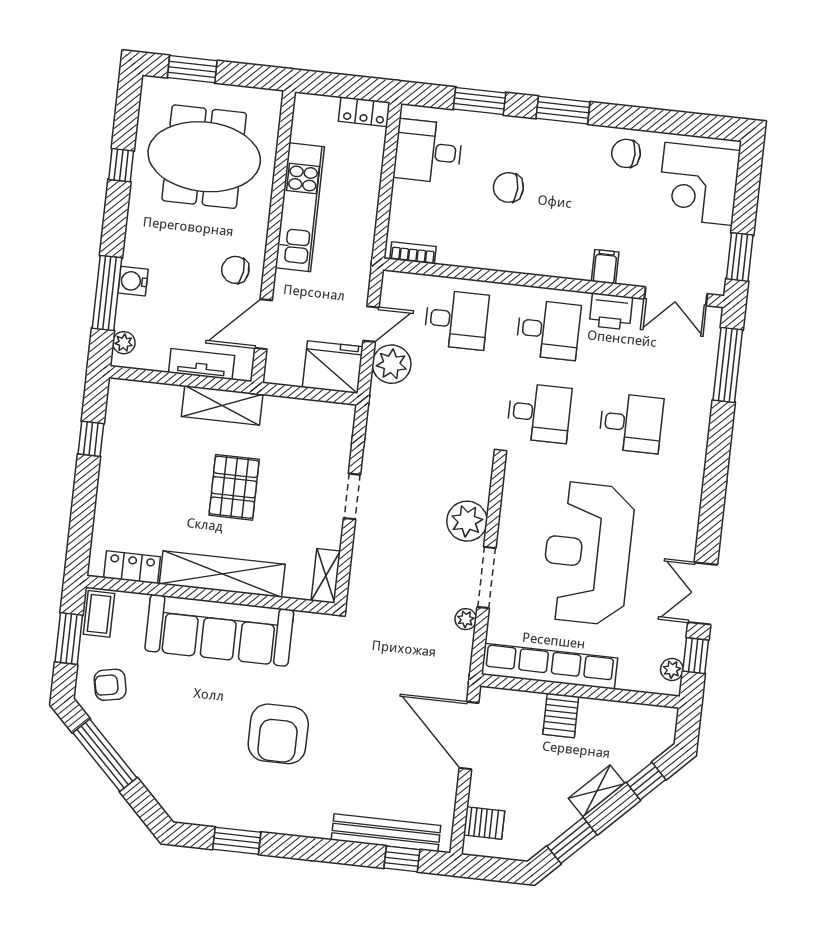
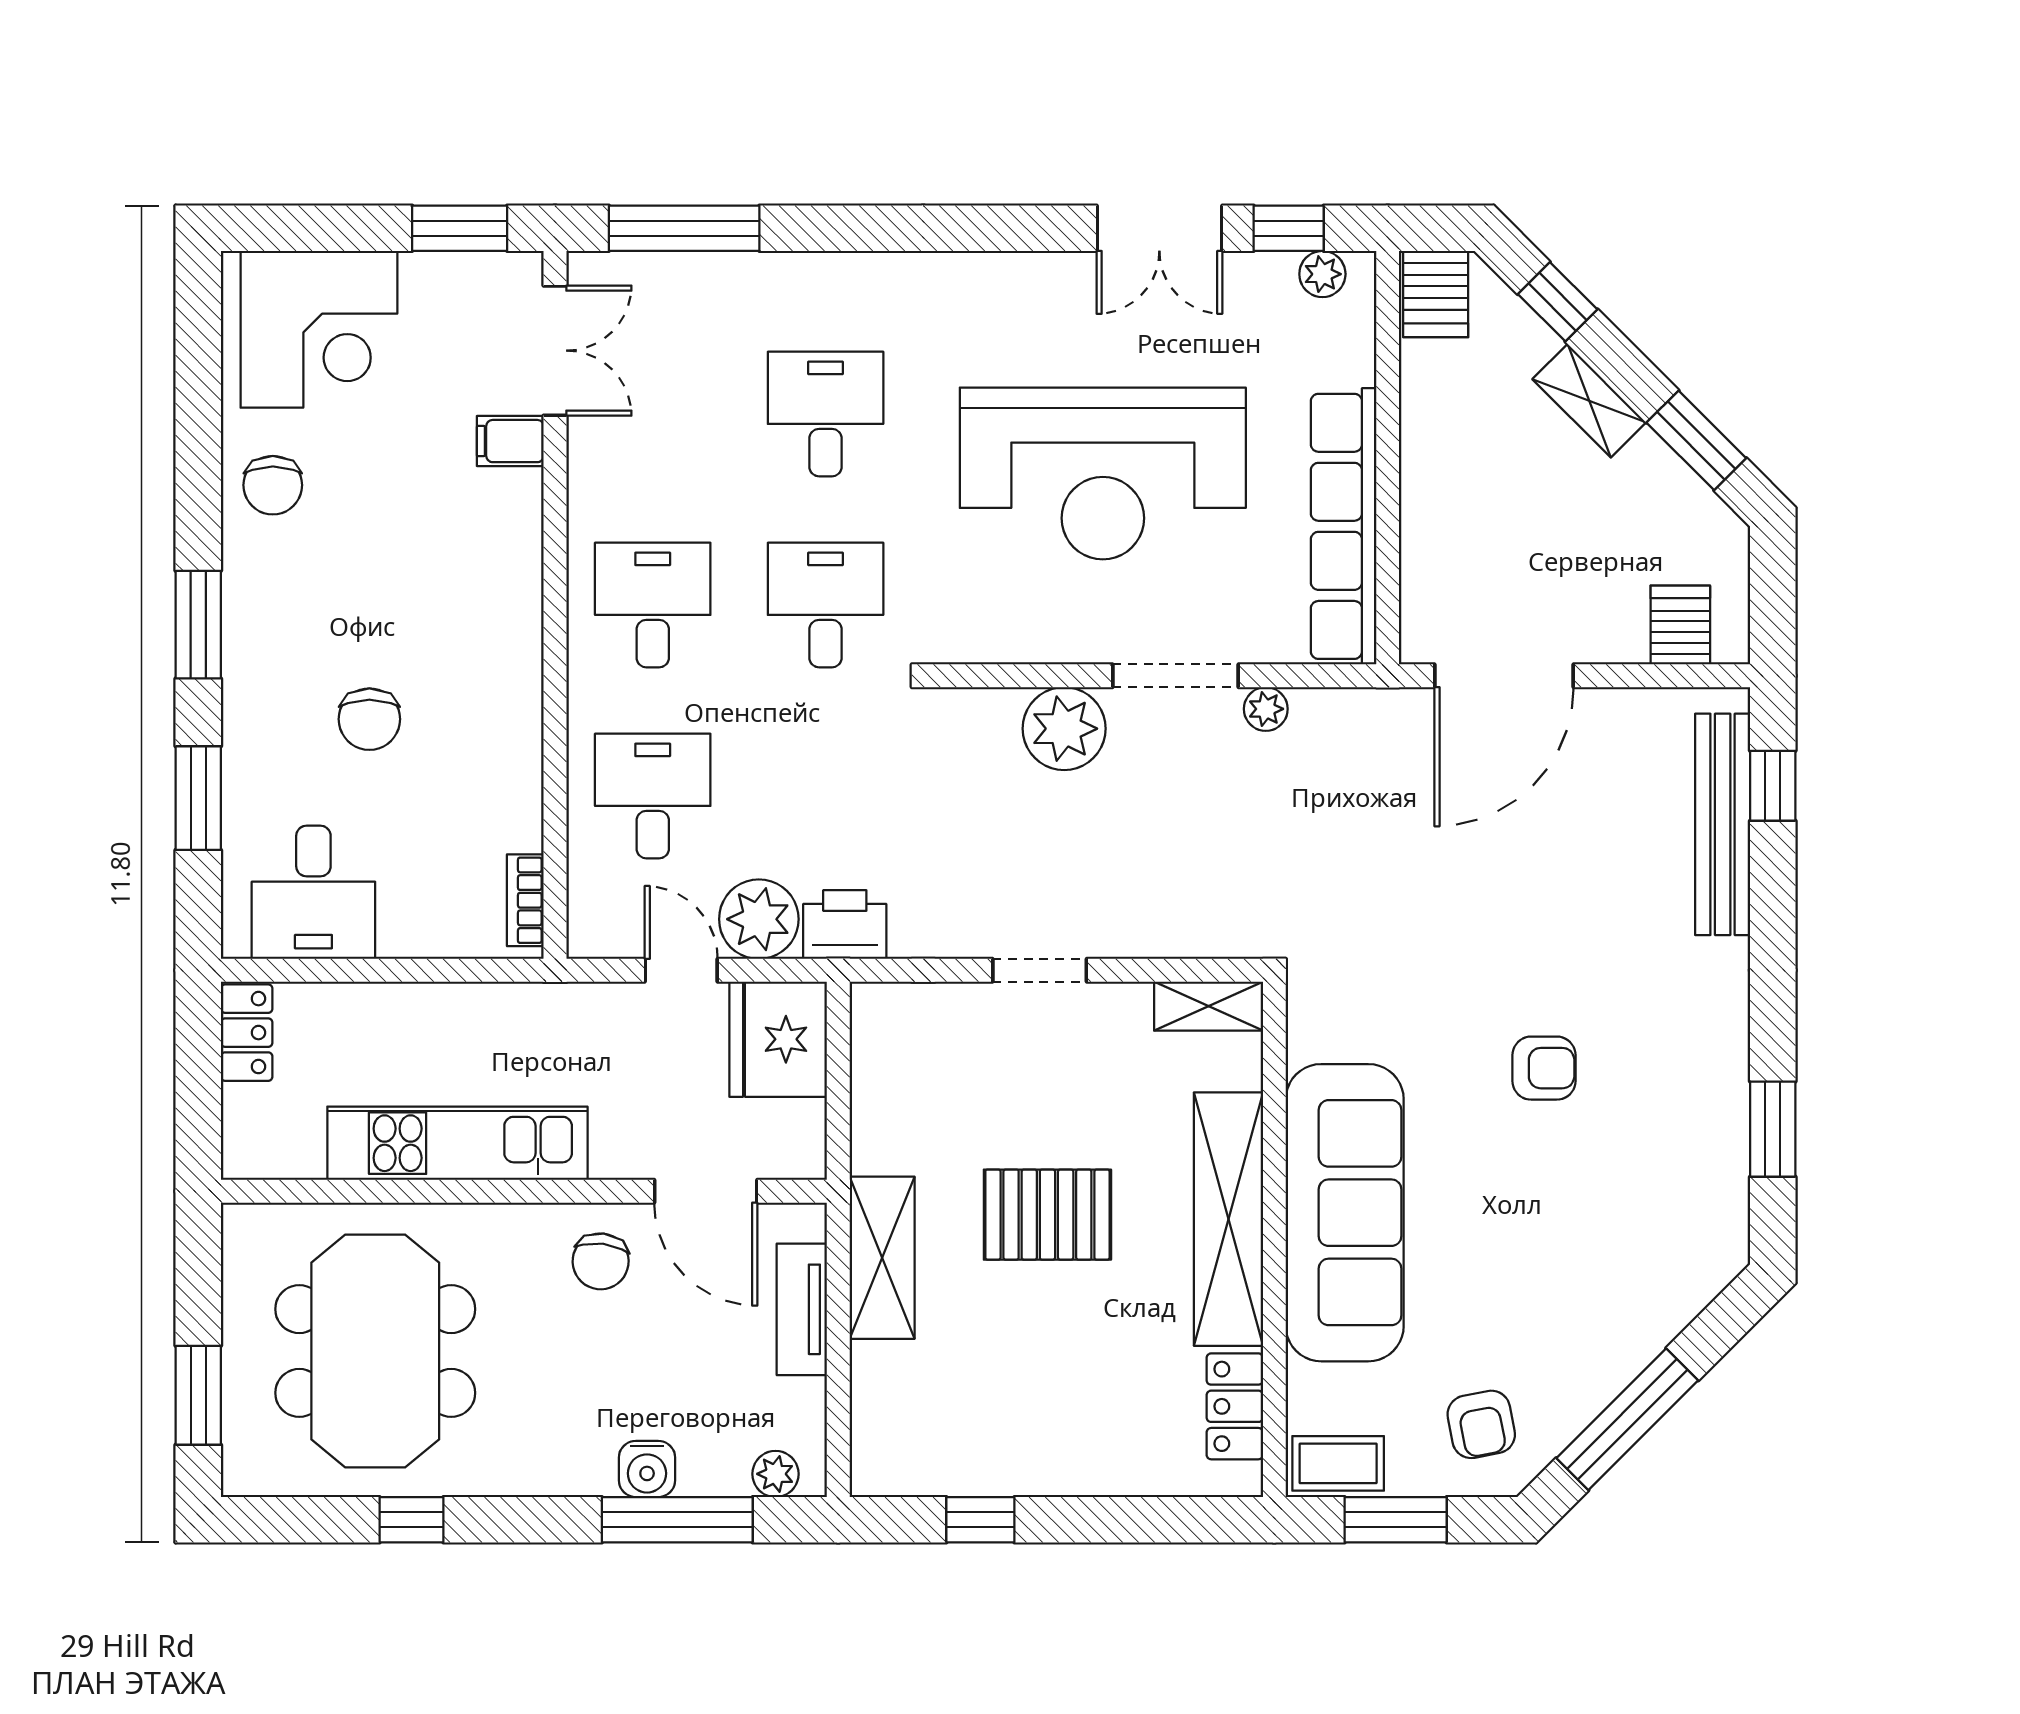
filing cabinet: (605, 267) -> (510, 441), moved
printer: (611, 311) -> (845, 925), moved, turned -90
server rack: (561, 715) -> (1436, 294), moved, turned 90
armchair: (278, 734) -> (1544, 1068), width x0.53, depth x0.53

